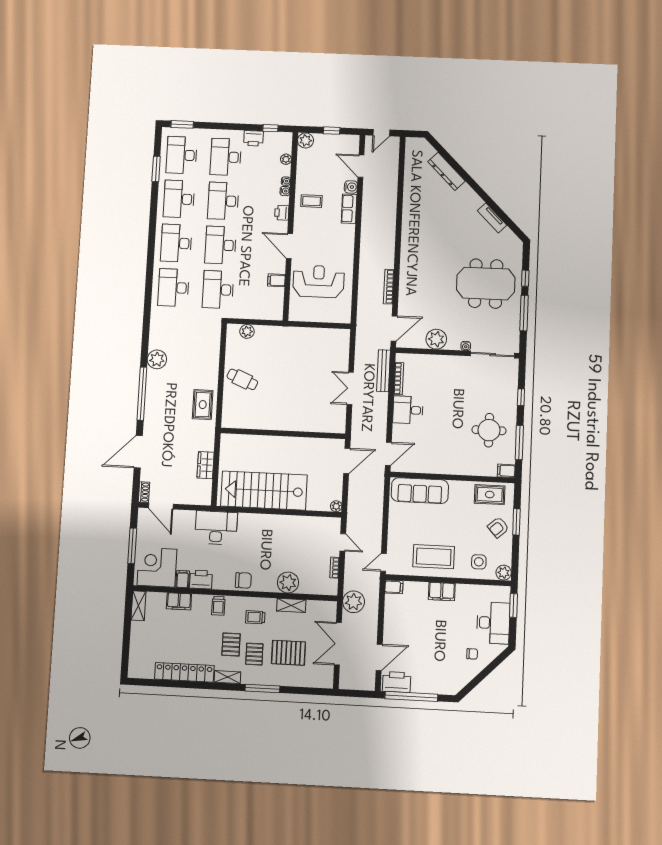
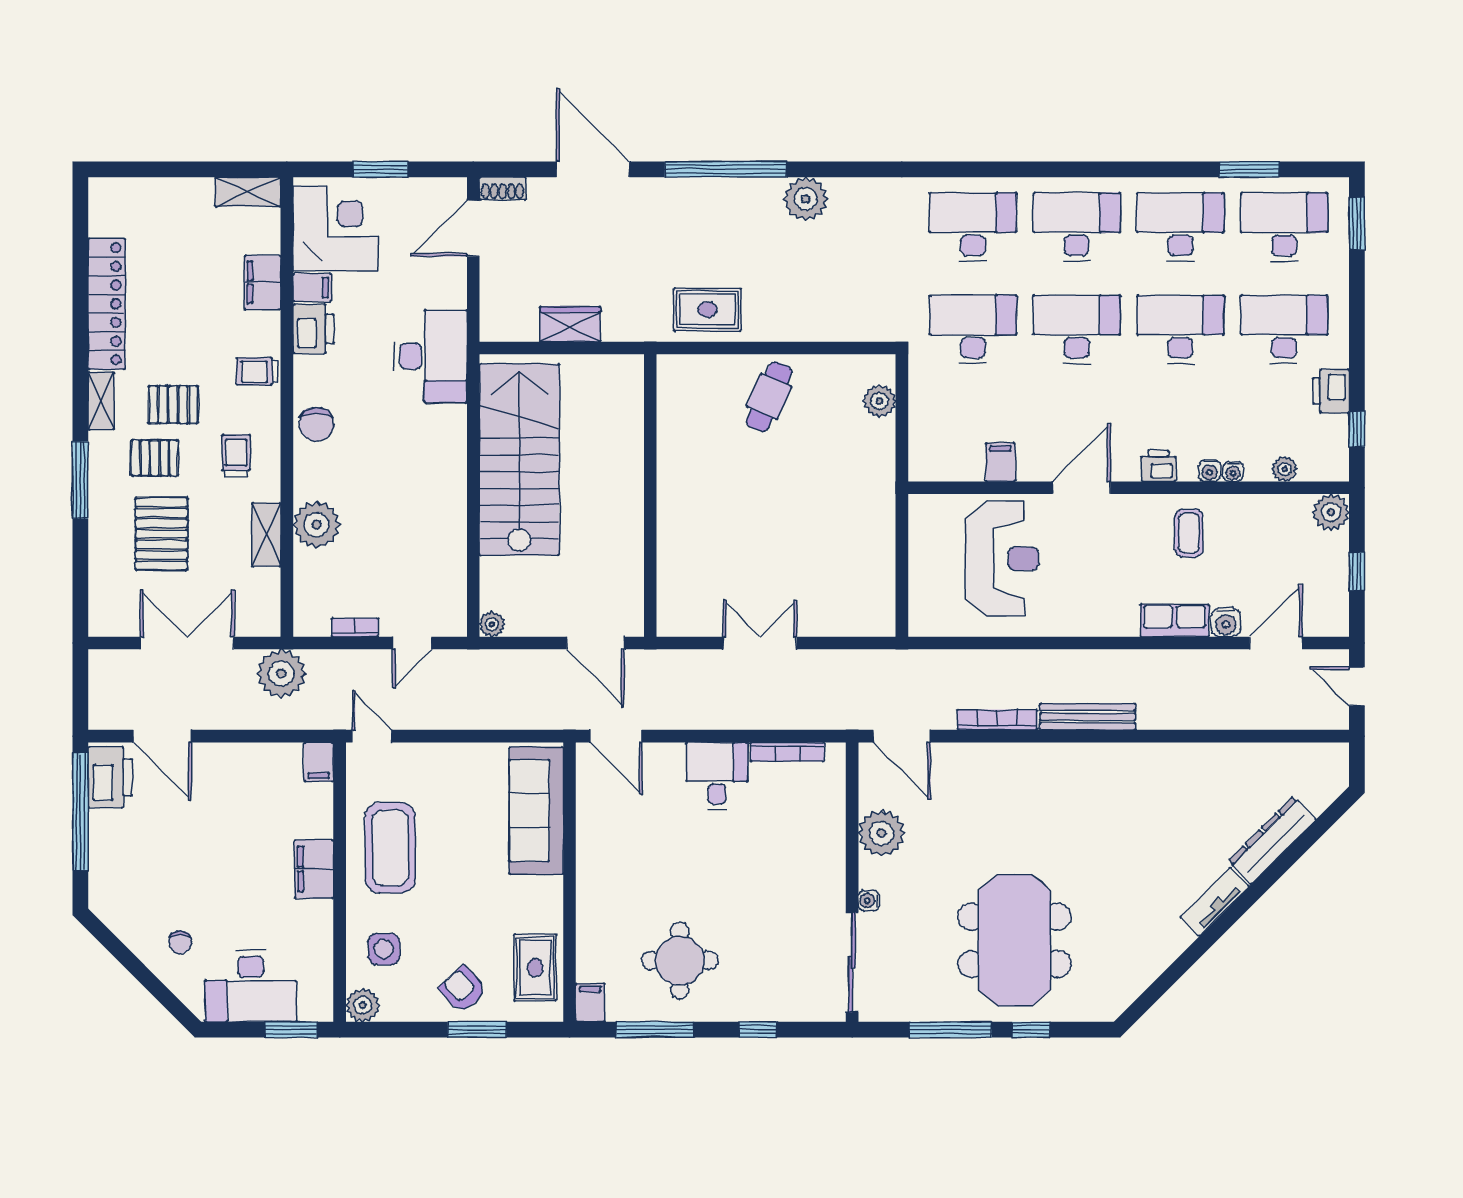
tv unit: (492, 218) -> (1215, 902), moved
bench: (384, 371) -> (1088, 717), moved
window: (132, 546) -> (381, 169), width x0.69

